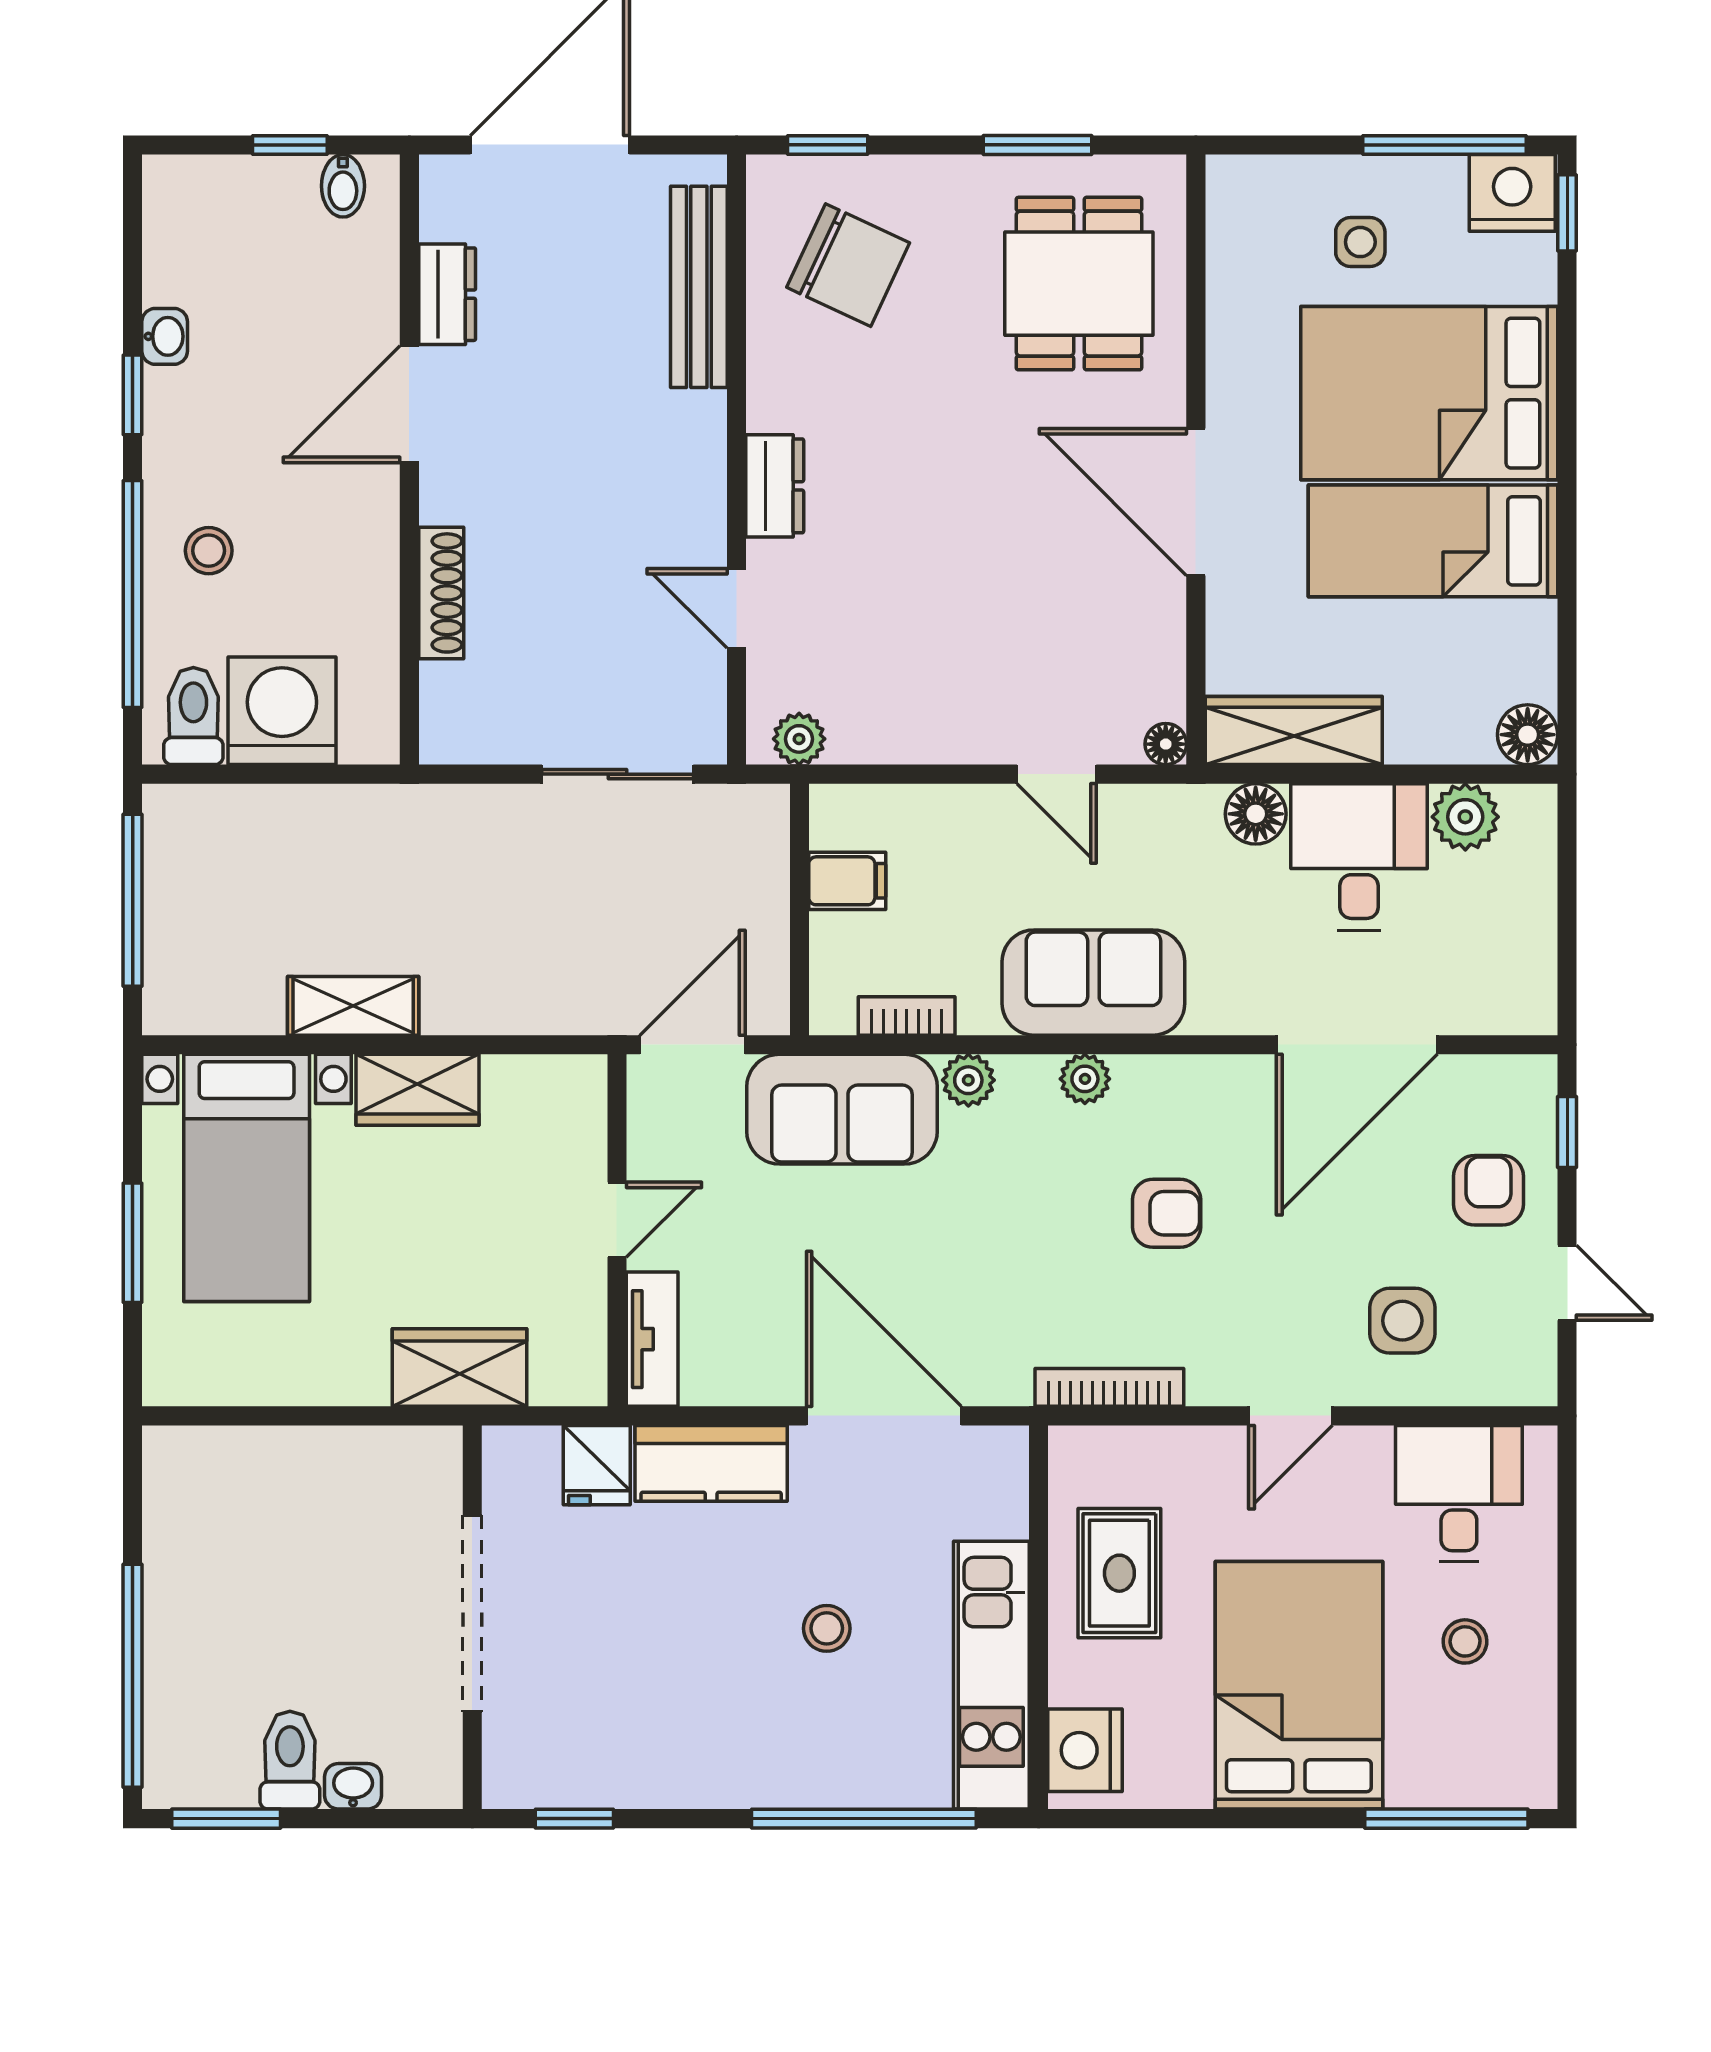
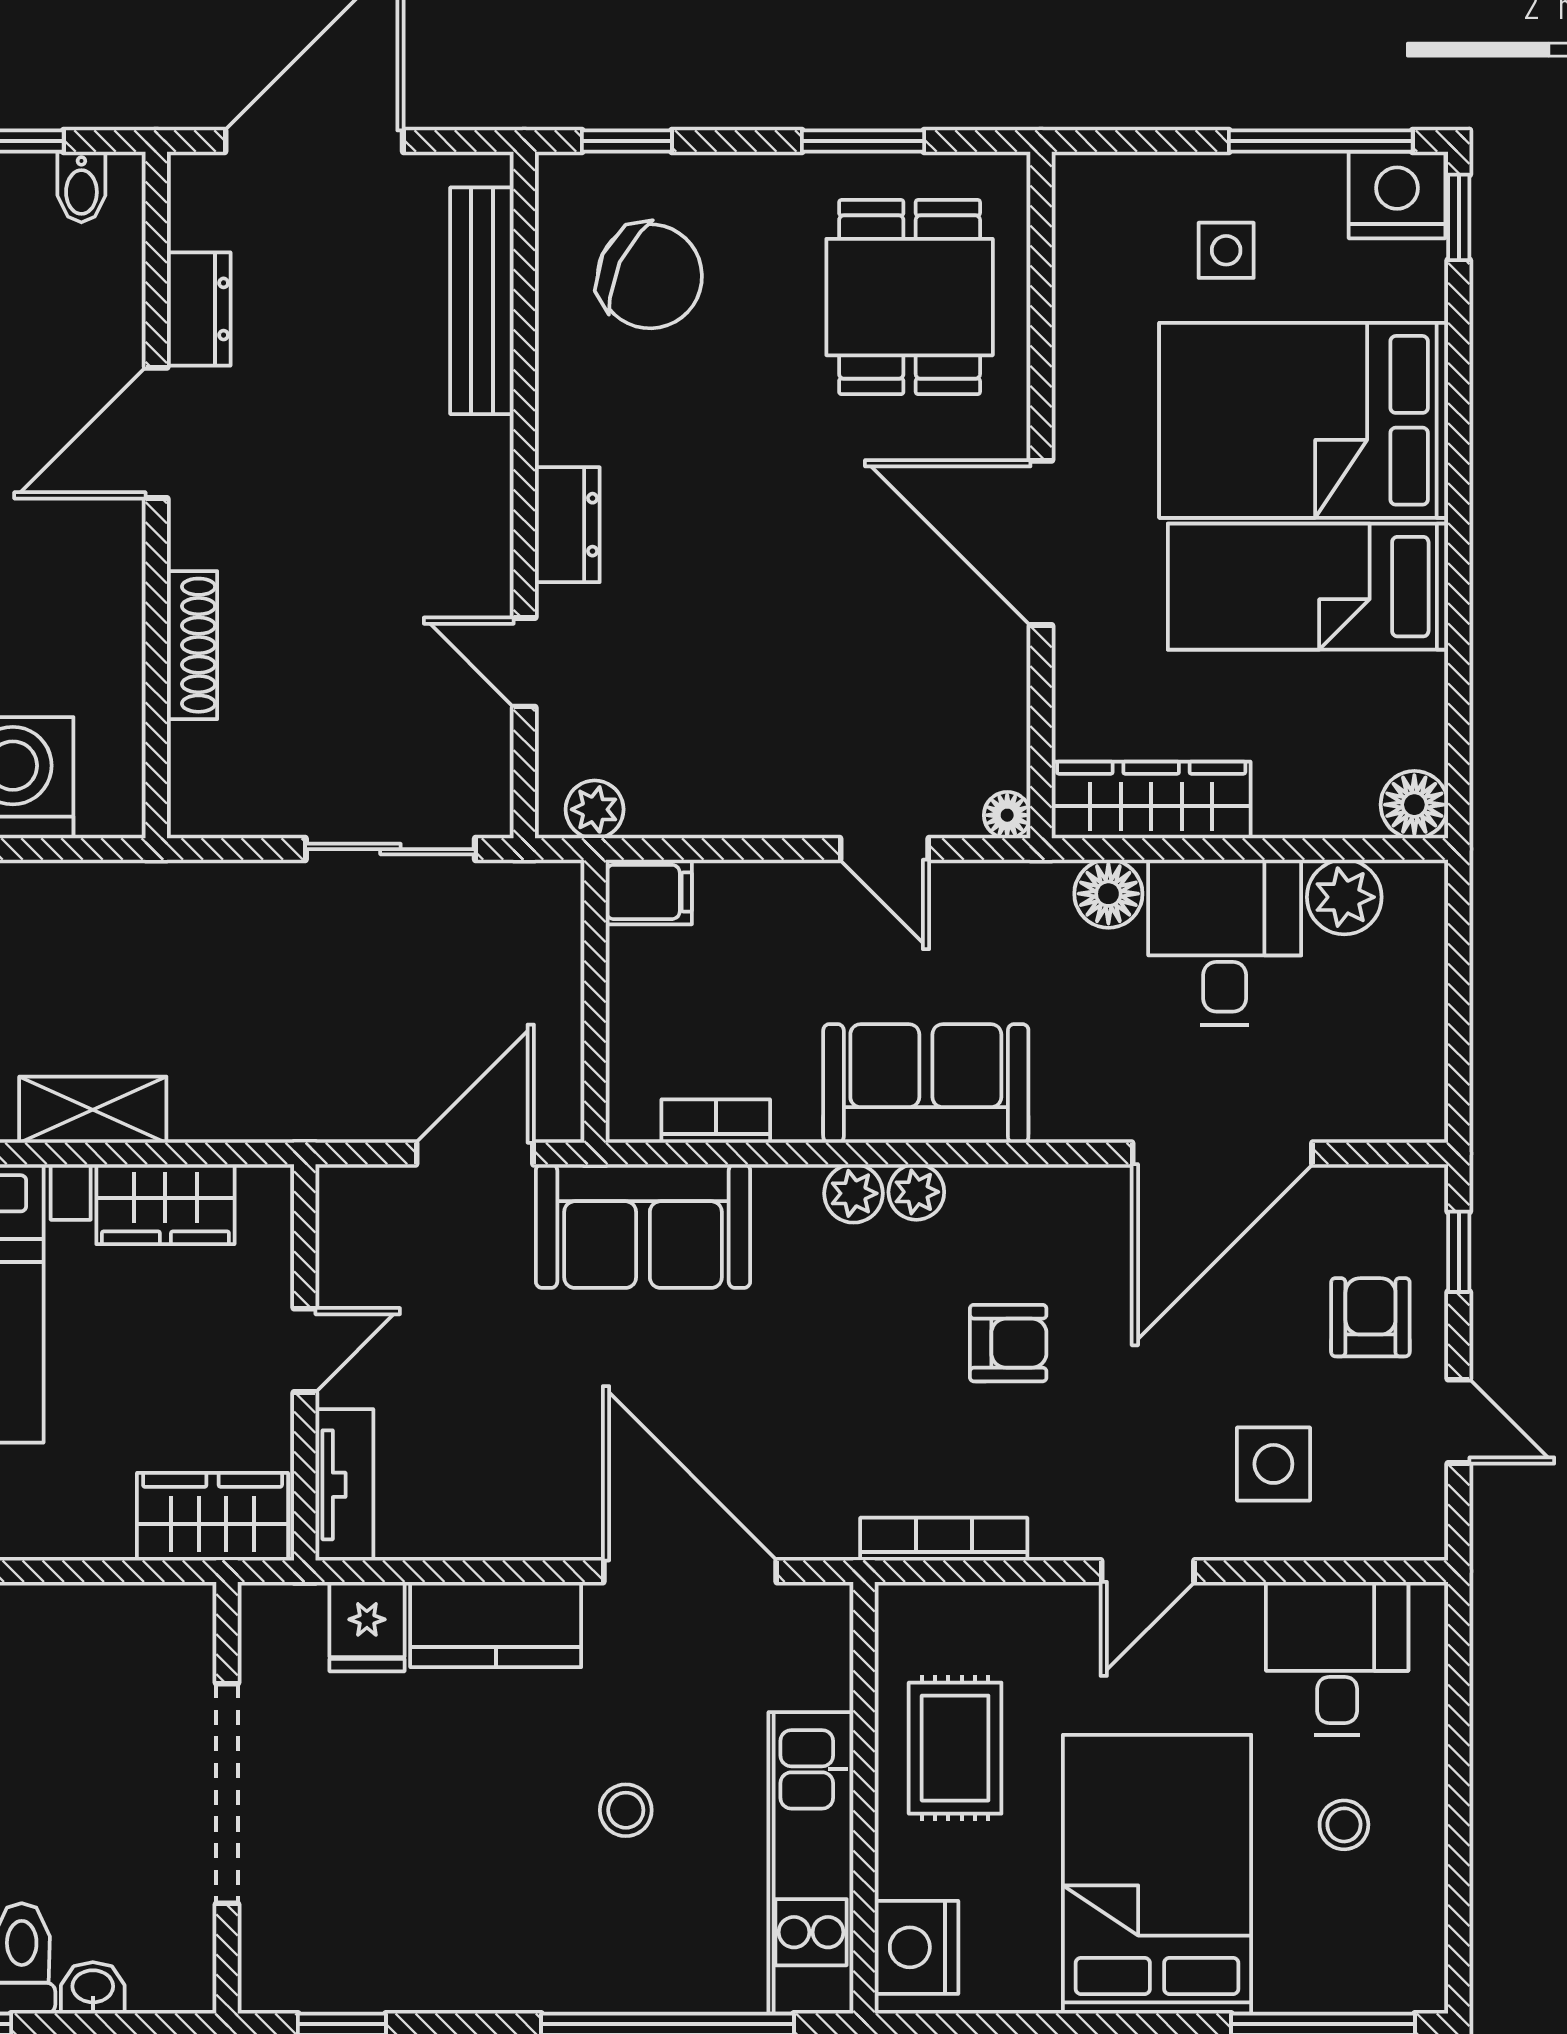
filing cabinet: (847, 881) -> (649, 892), moved
plant: (968, 1080) -> (854, 1193), moved
door: (617, 1220) -> (305, 1350), moved
wall: (617, 1230) -> (305, 1362), moved
tv unit: (652, 1339) -> (344, 1485), moved

